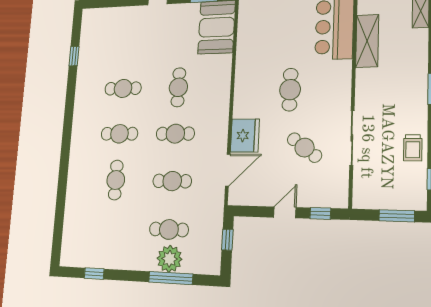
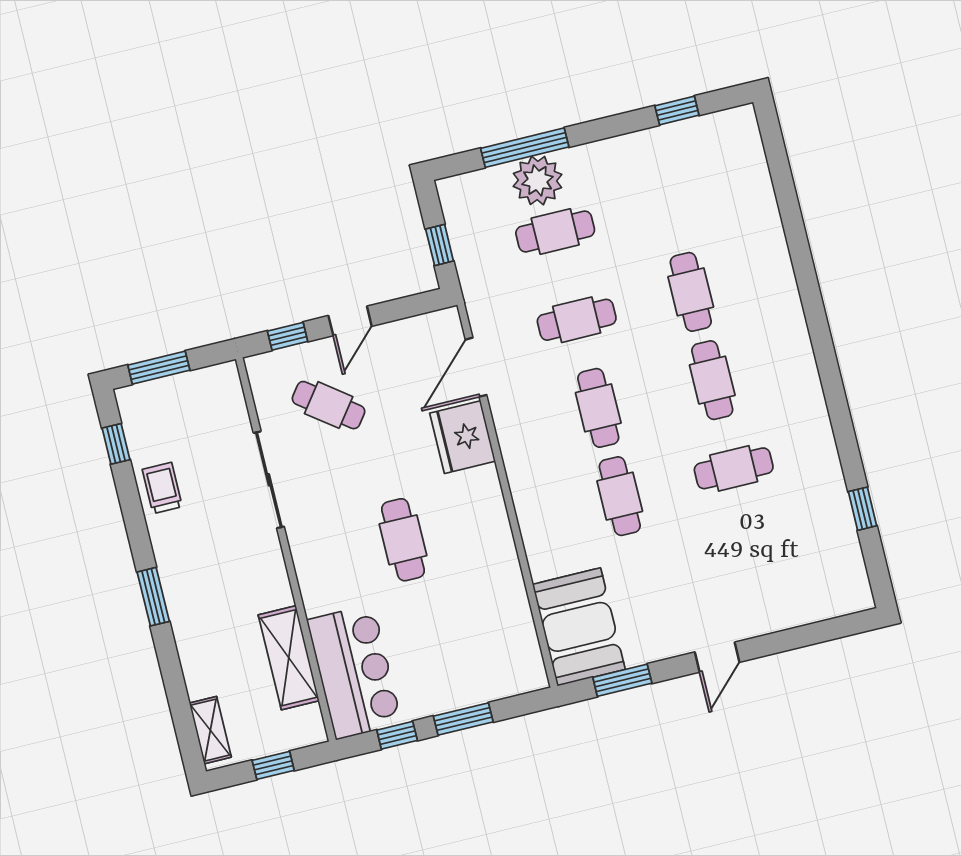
cafe table: (119, 134) -> (712, 380), turned 90
cafe table: (175, 134) -> (598, 408), turned 90
cafe table: (305, 148) -> (329, 405), moved

